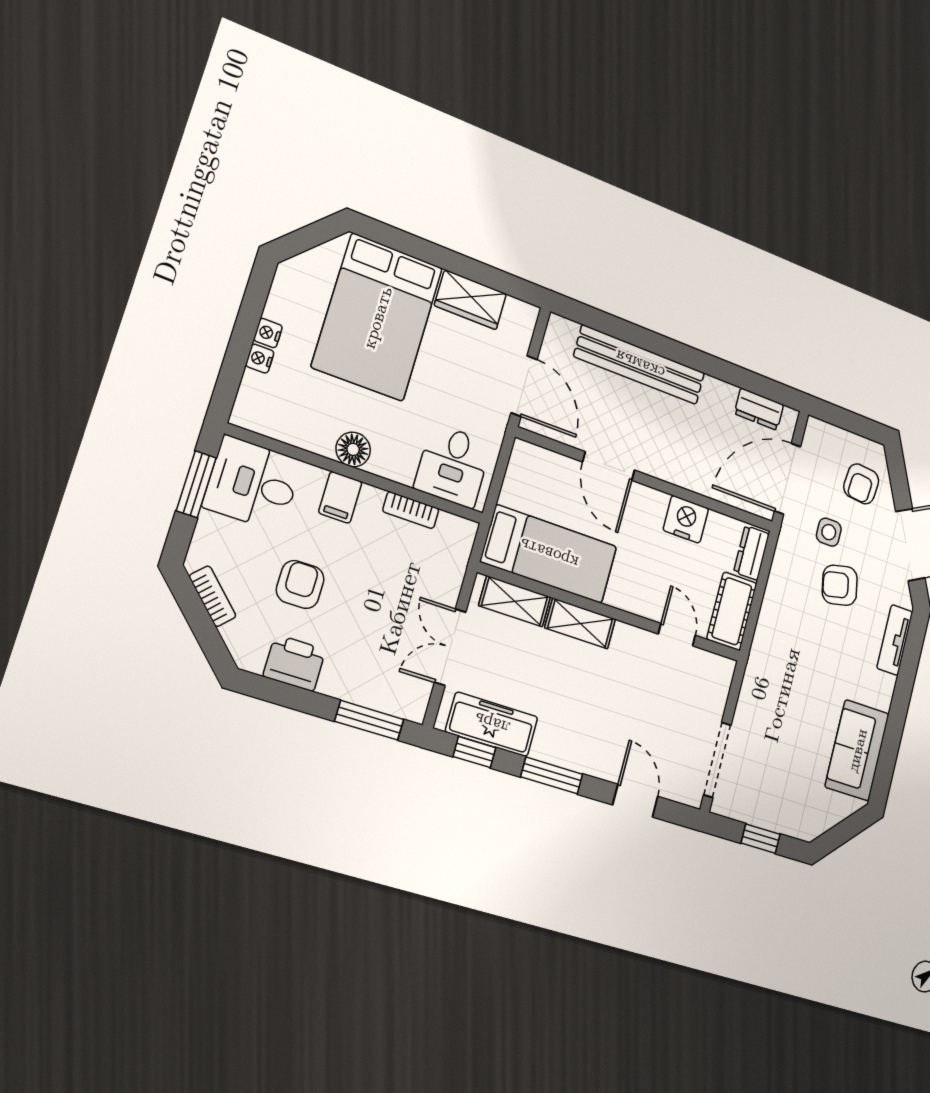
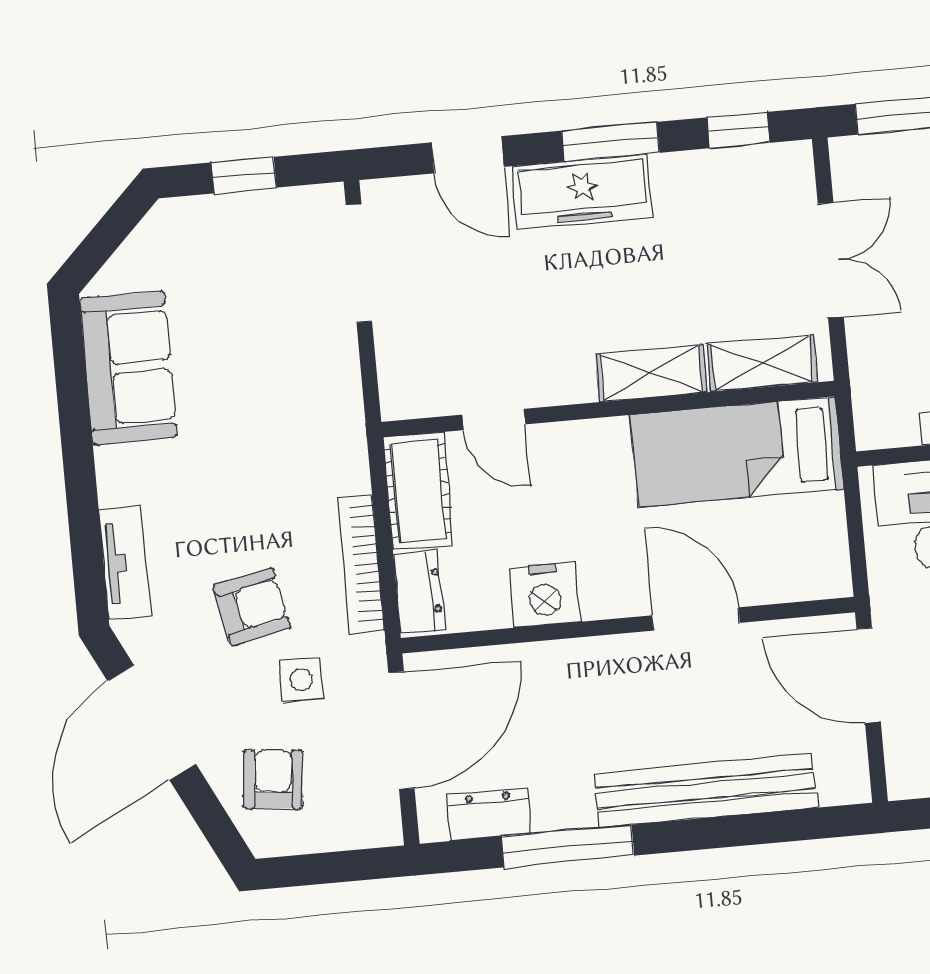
window: (724, 371) -> (568, 846), added
bookcase: (776, 583) -> (361, 564), added
freezer: (492, 724) -> (583, 191), moved

